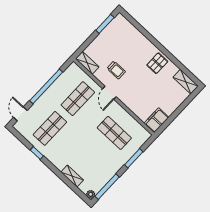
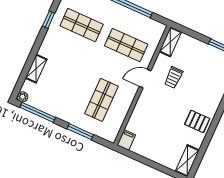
filing cabinet: (156, 120) -> (126, 140), width x0.50

